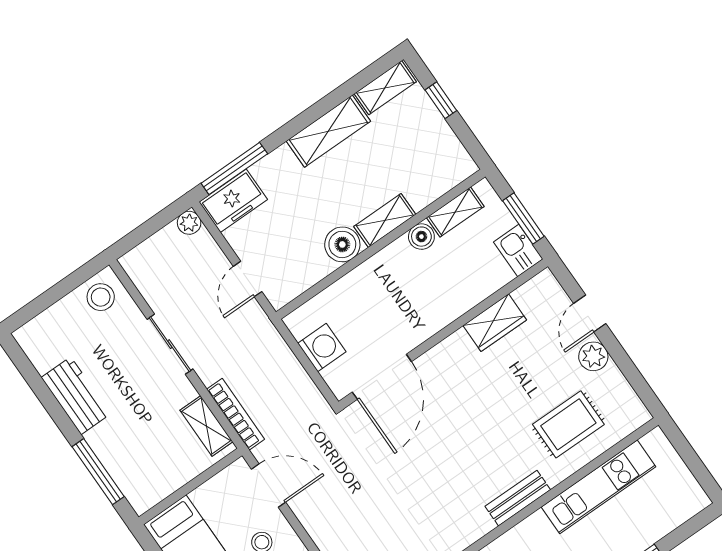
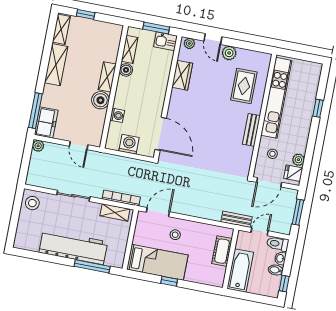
plant: (549, 287) -> (189, 43), added
washing machine: (345, 290) -> (117, 115), added
workbench: (76, 396) -> (73, 247), width x1.88, depth x1.32
kitchen unit: (598, 487) -> (276, 98), width x1.36

